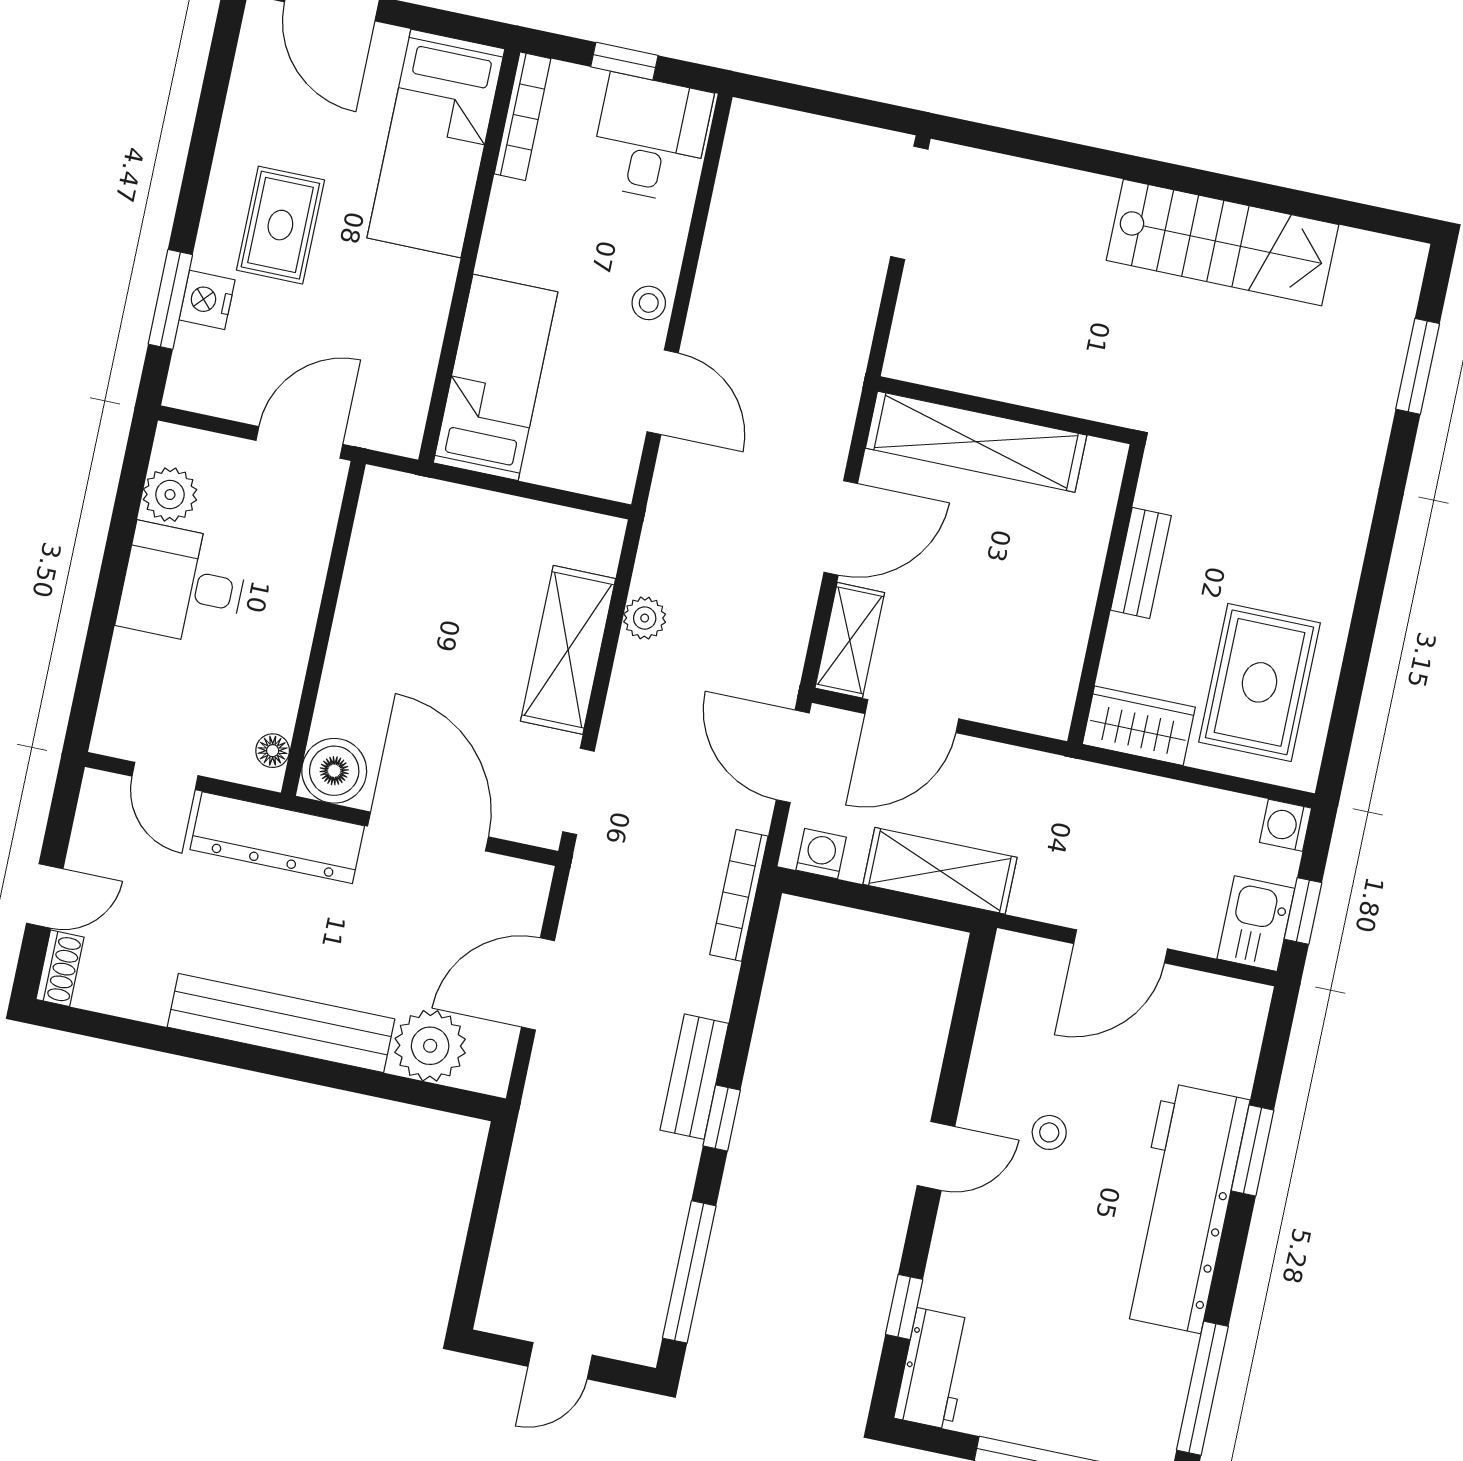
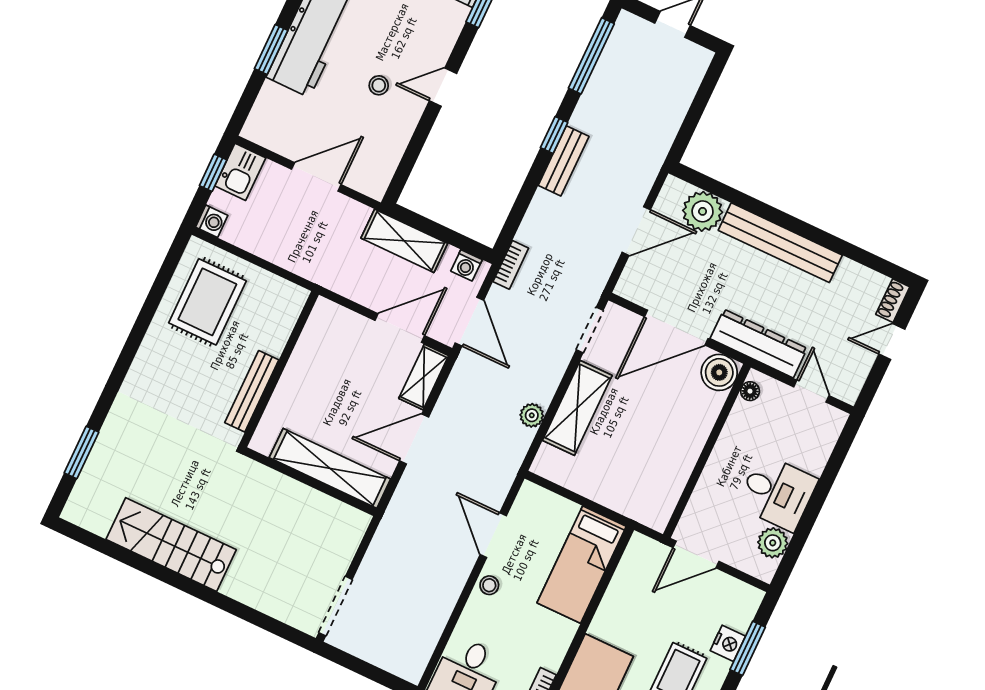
bench: (1141, 563) -> (252, 391), width x1.36
wardrobe: (1139, 726) -> (278, 294), removed
door: (428, 831) -> (676, 328), hinge flipped
bookcase: (739, 895) -> (511, 265), width x0.64

